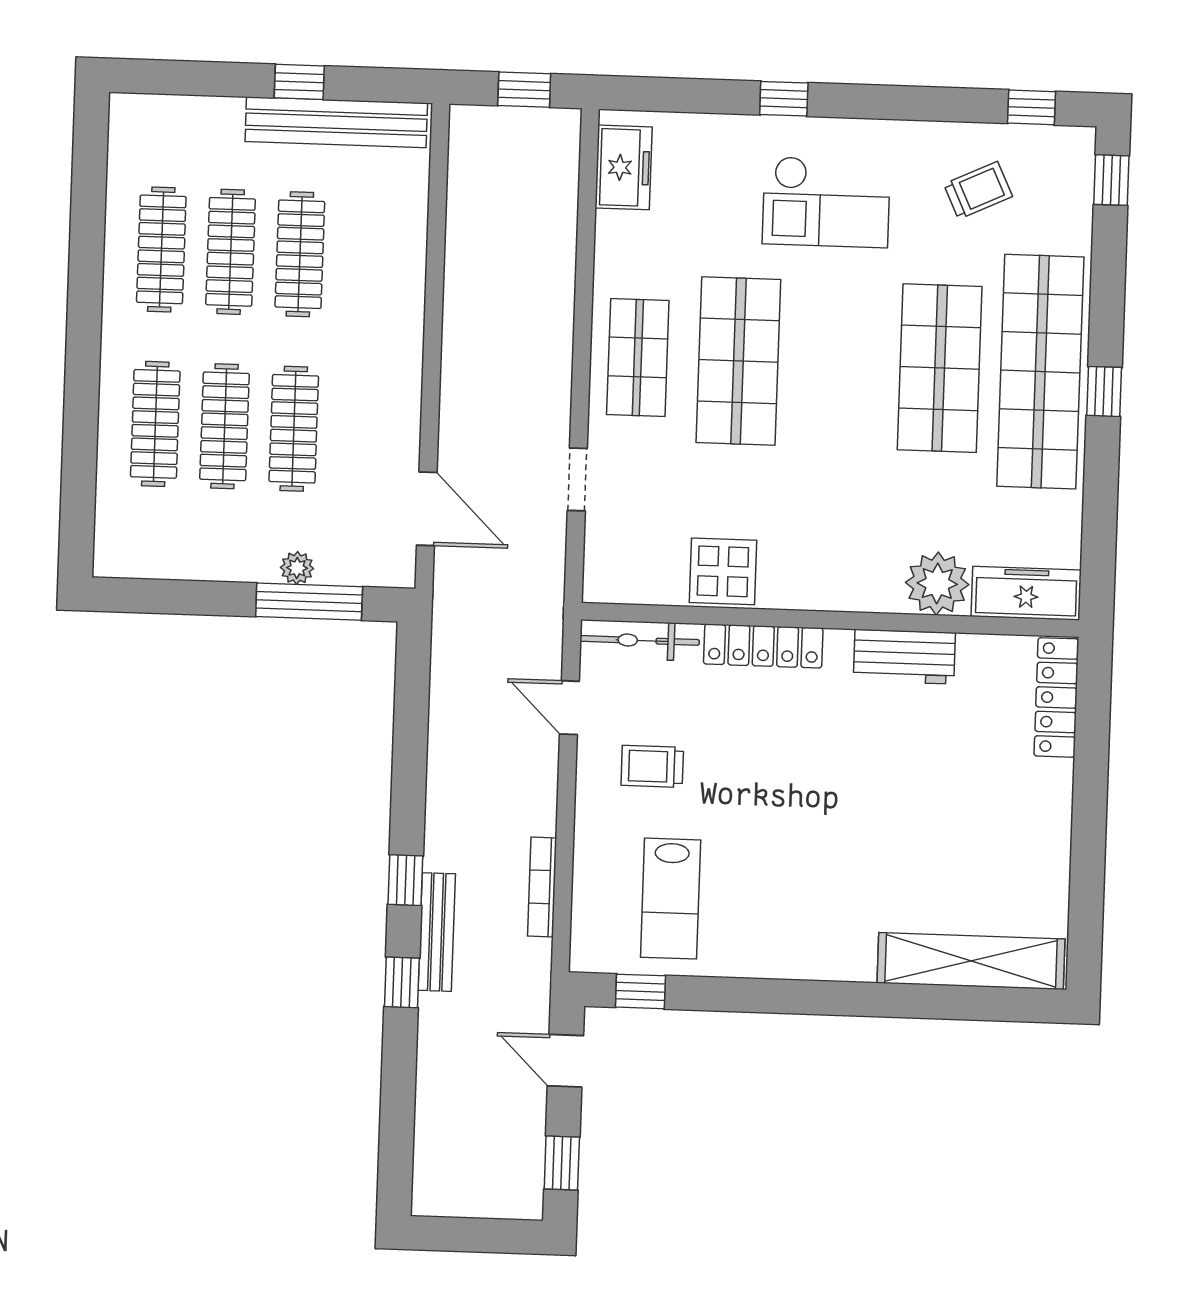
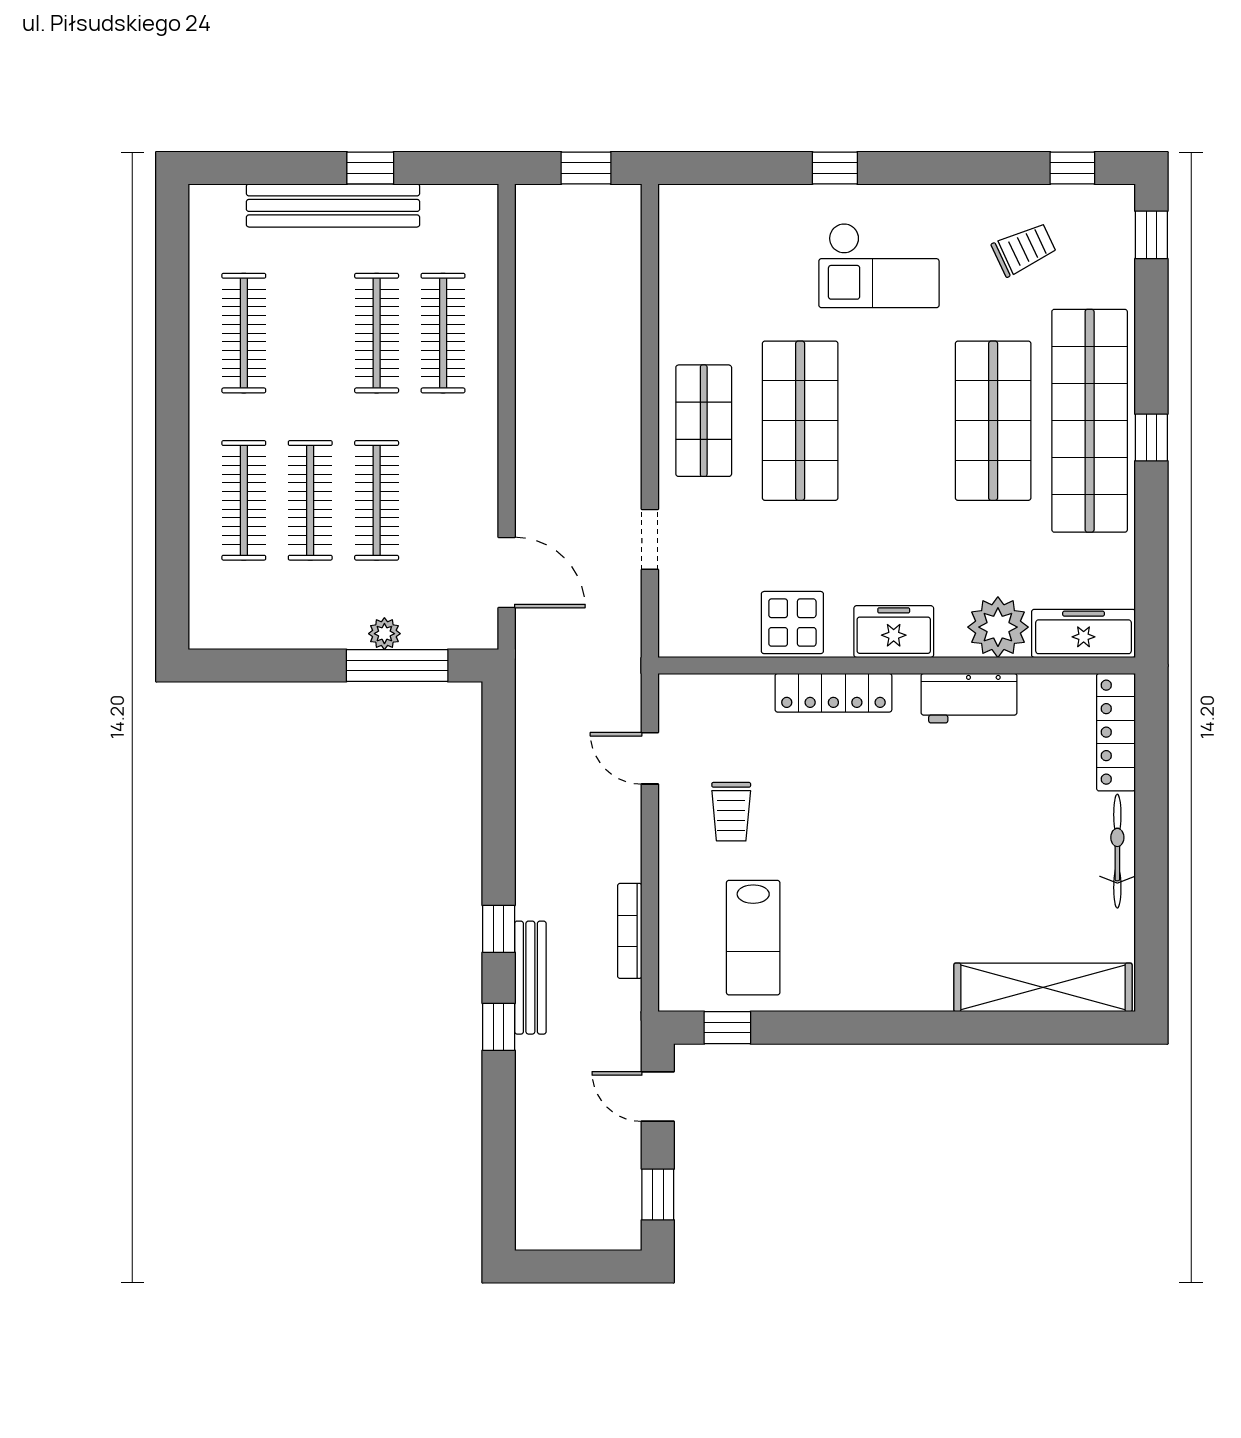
bench: (336, 122) -> (333, 205), moved
freezer: (624, 167) -> (894, 632), moved, turned -90
clothes rail: (231, 252) -> (443, 333), moved
bicycle: (640, 640) -> (1117, 851), moved, turned 90
trolley: (652, 766) -> (731, 812), turned -90

